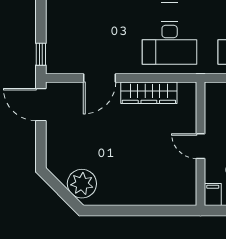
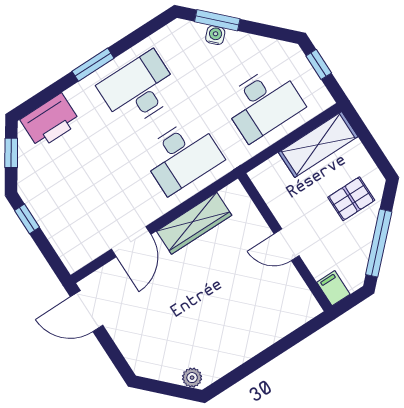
window: (41, 54) -> (27, 219), moved
plant: (82, 184) -> (192, 378), width x0.53, depth x0.53

